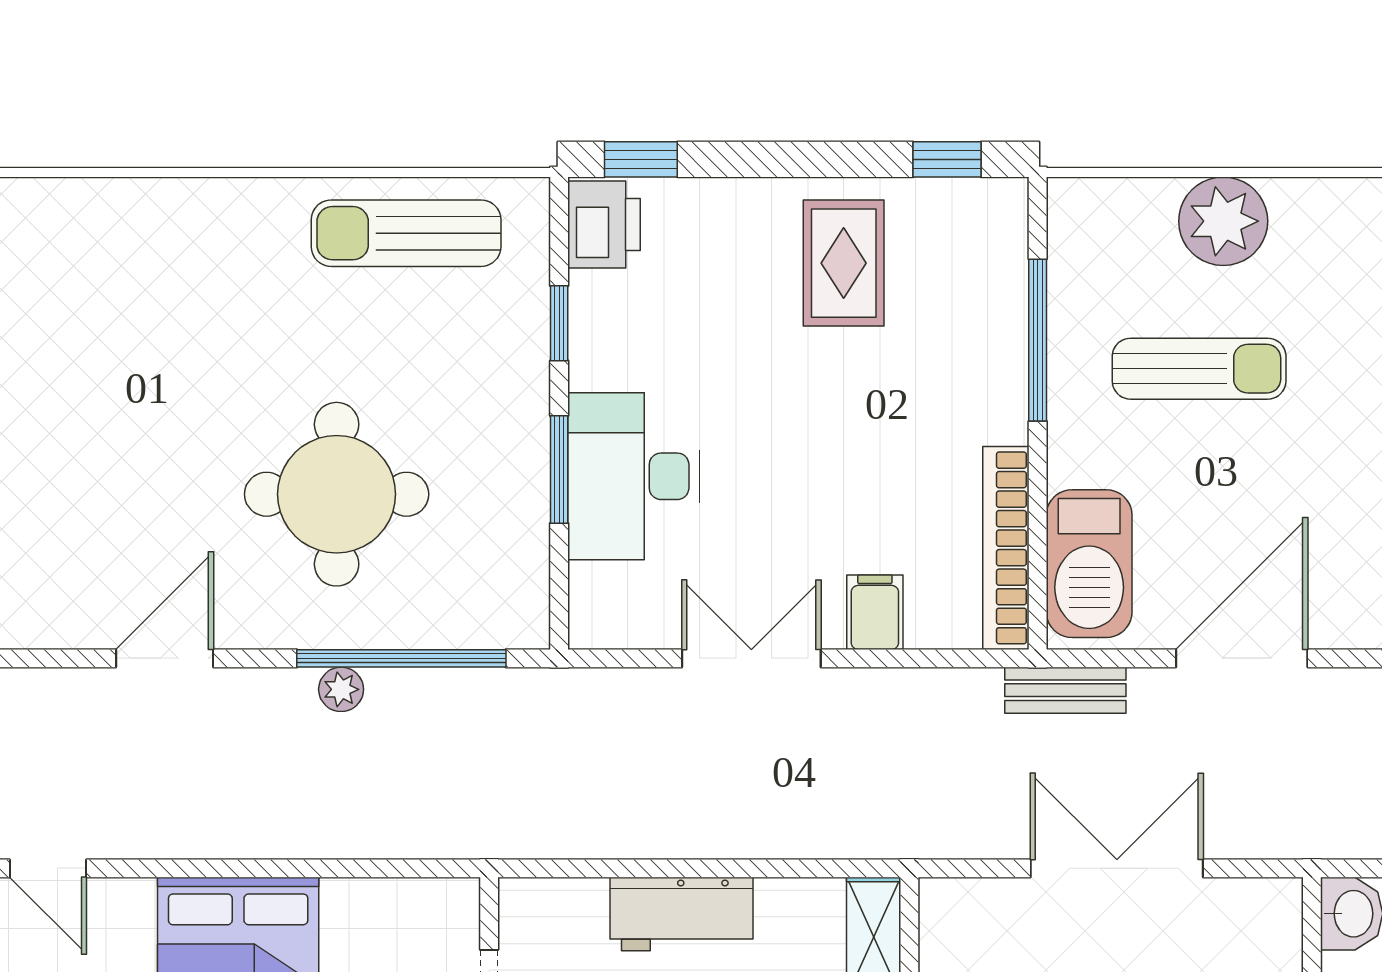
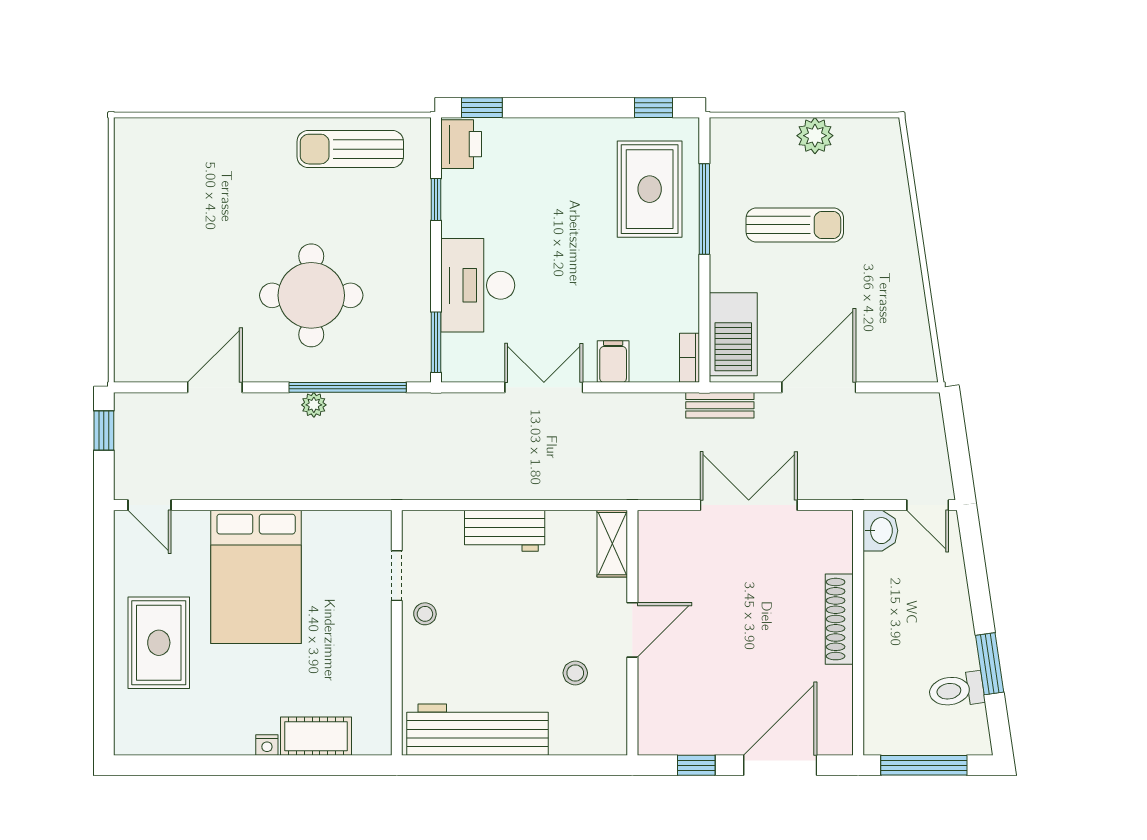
plant: (1223, 221) -> (815, 136), width x0.73, depth x0.73
rug: (844, 263) -> (650, 189), moved, width x1.36, depth x1.43
window: (559, 469) -> (436, 342), moved
bookcase: (1006, 548) -> (690, 358), width x0.43, depth x0.76

